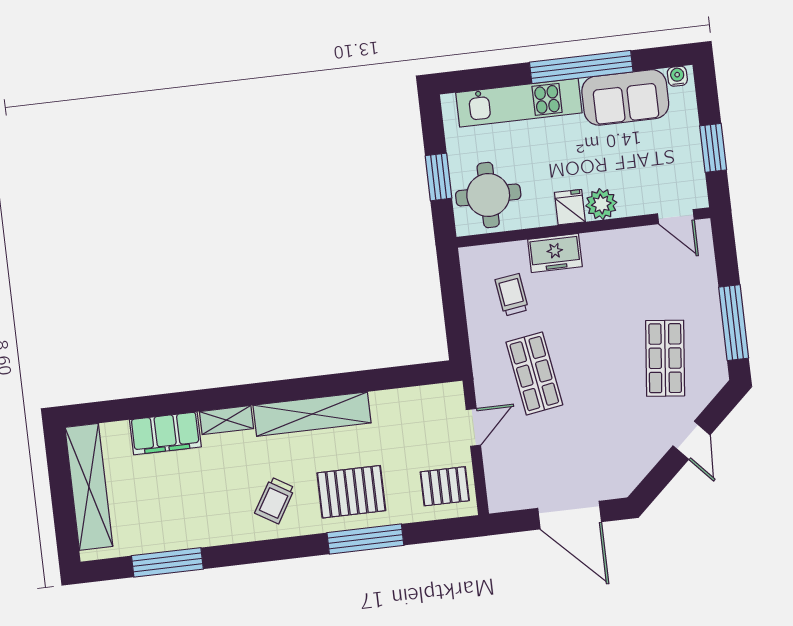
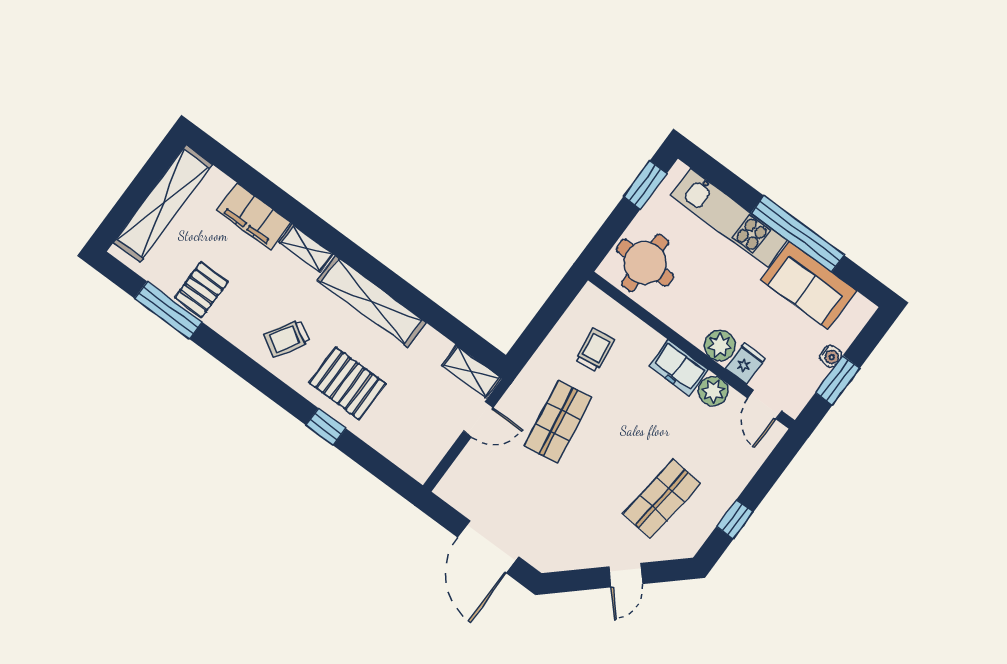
water cooler: (677, 76) -> (831, 356), moved, turned 90
window: (439, 177) -> (645, 185), moved
fridge: (570, 207) -> (745, 363), moved
plant: (628, 243) -> (713, 391), added
freezer: (555, 253) -> (679, 368), moved
window: (734, 323) -> (735, 519), width x0.46
shelving: (435, 397) -> (471, 372), added
pallet: (445, 486) -> (201, 290), moved, turned 90
window: (365, 539) -> (326, 427), width x0.46

